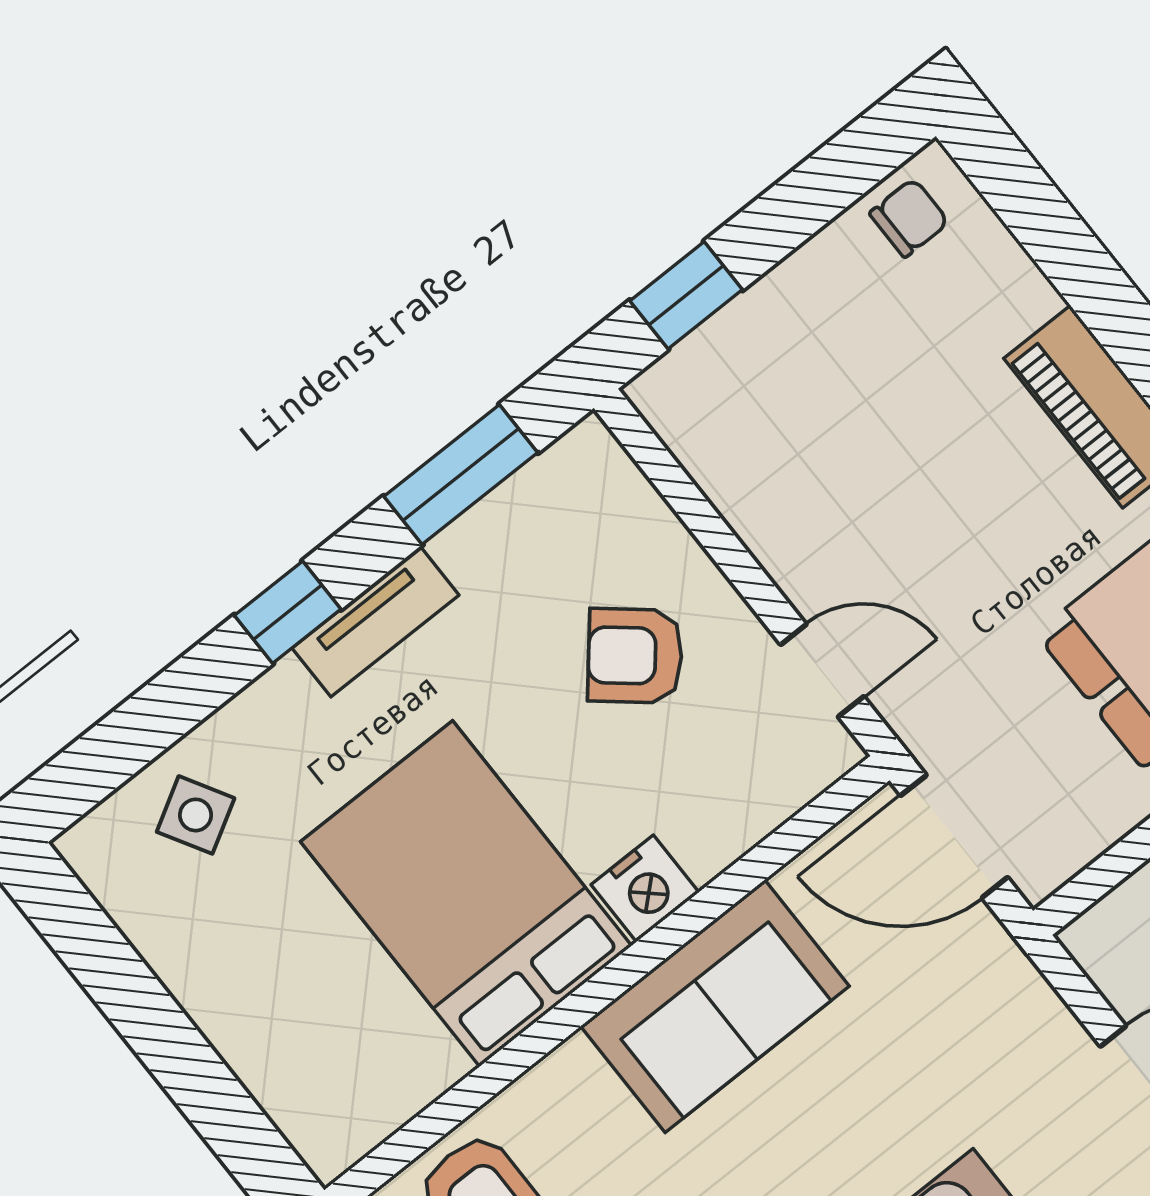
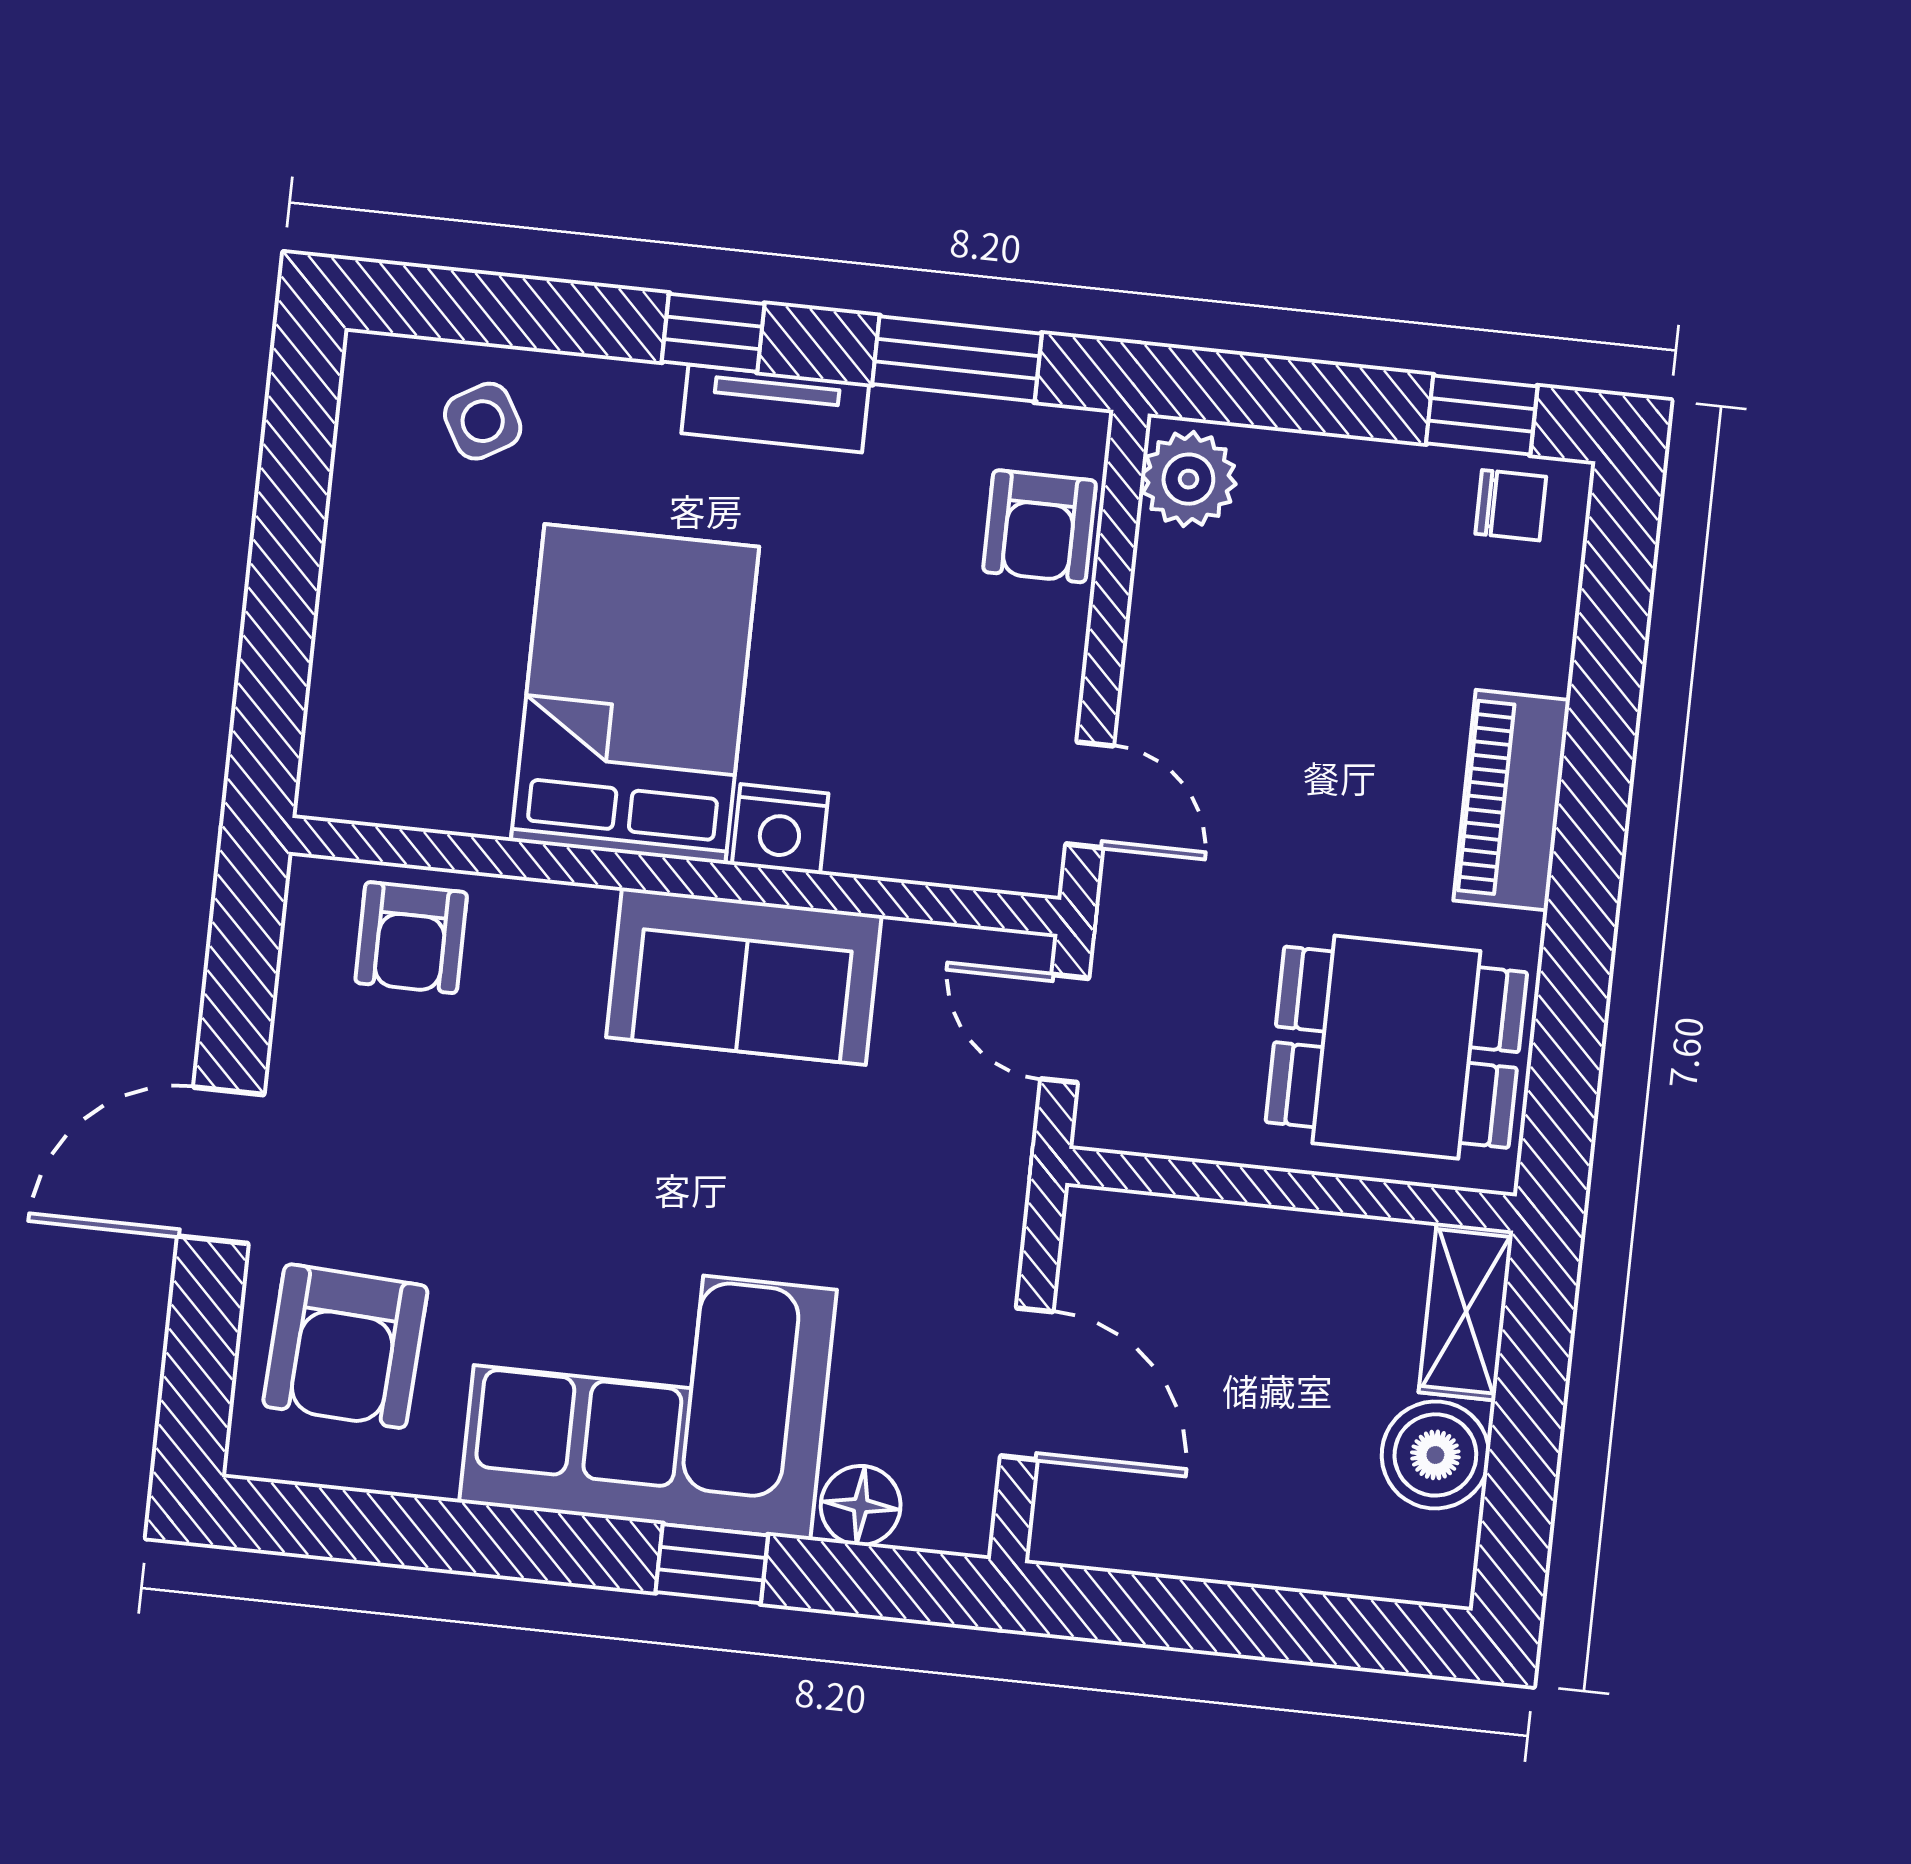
window: (686, 295) -> (1482, 415), moved
plant: (686, 405) -> (1188, 479), added
armchair: (635, 656) -> (1040, 526), moved, turned -130
door: (954, 836) -> (1065, 1029), width x0.73

